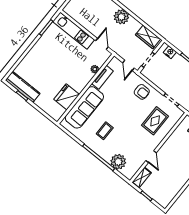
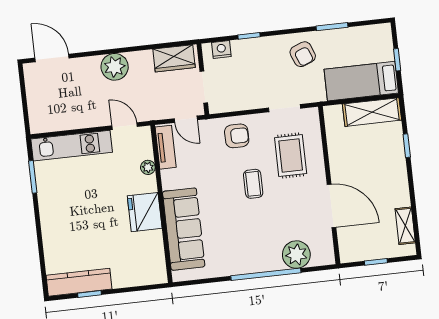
tv unit: (102, 77) -> (166, 147), moved
fridge: (67, 97) -> (145, 212), moved
coffee table: (105, 131) -> (253, 184), moved
door: (151, 157) -> (331, 206), width x1.87
shelving: (142, 178) -> (405, 226), moved

